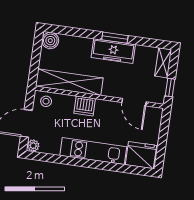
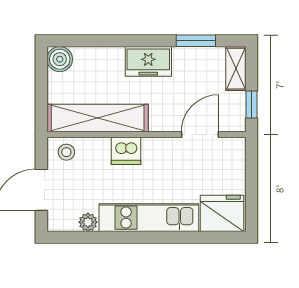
window: (115, 38) -> (196, 41), moved
freezer: (113, 51) -> (148, 61), width x0.71
door: (134, 102) -> (200, 134), swing flipped
plant: (33, 146) -> (88, 222), moved

